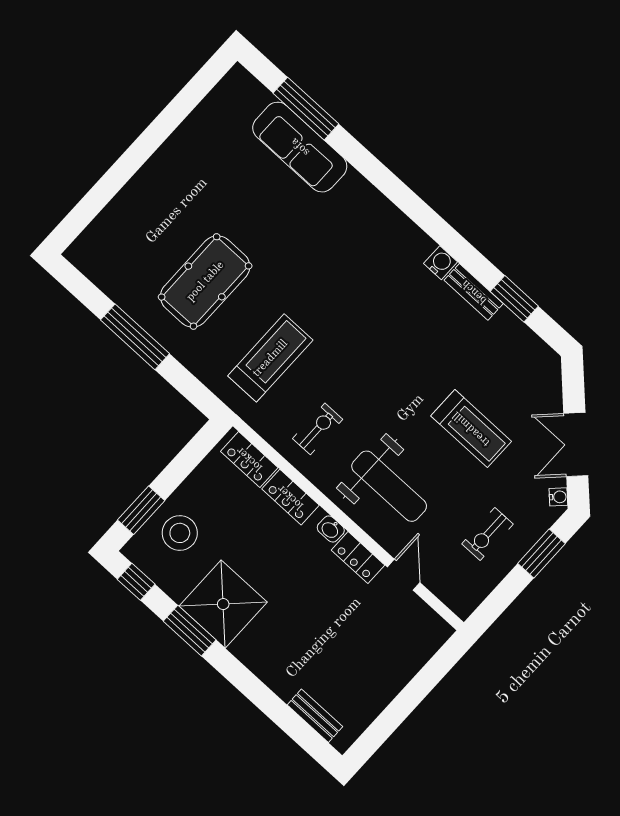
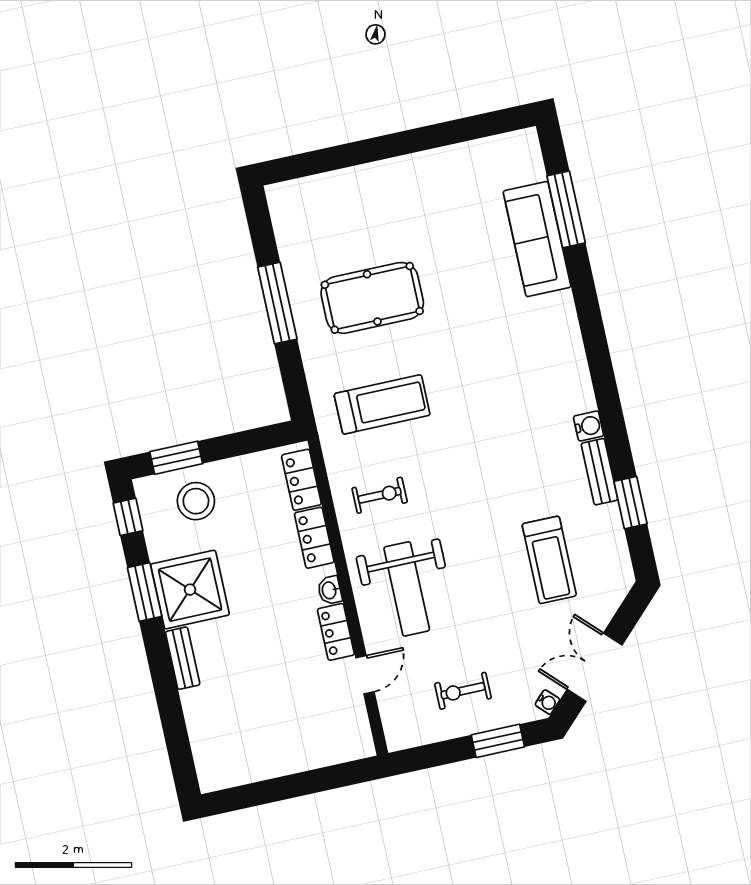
treadmill: (471, 429) -> (549, 560), moved
bench: (315, 716) -> (183, 658), moved

